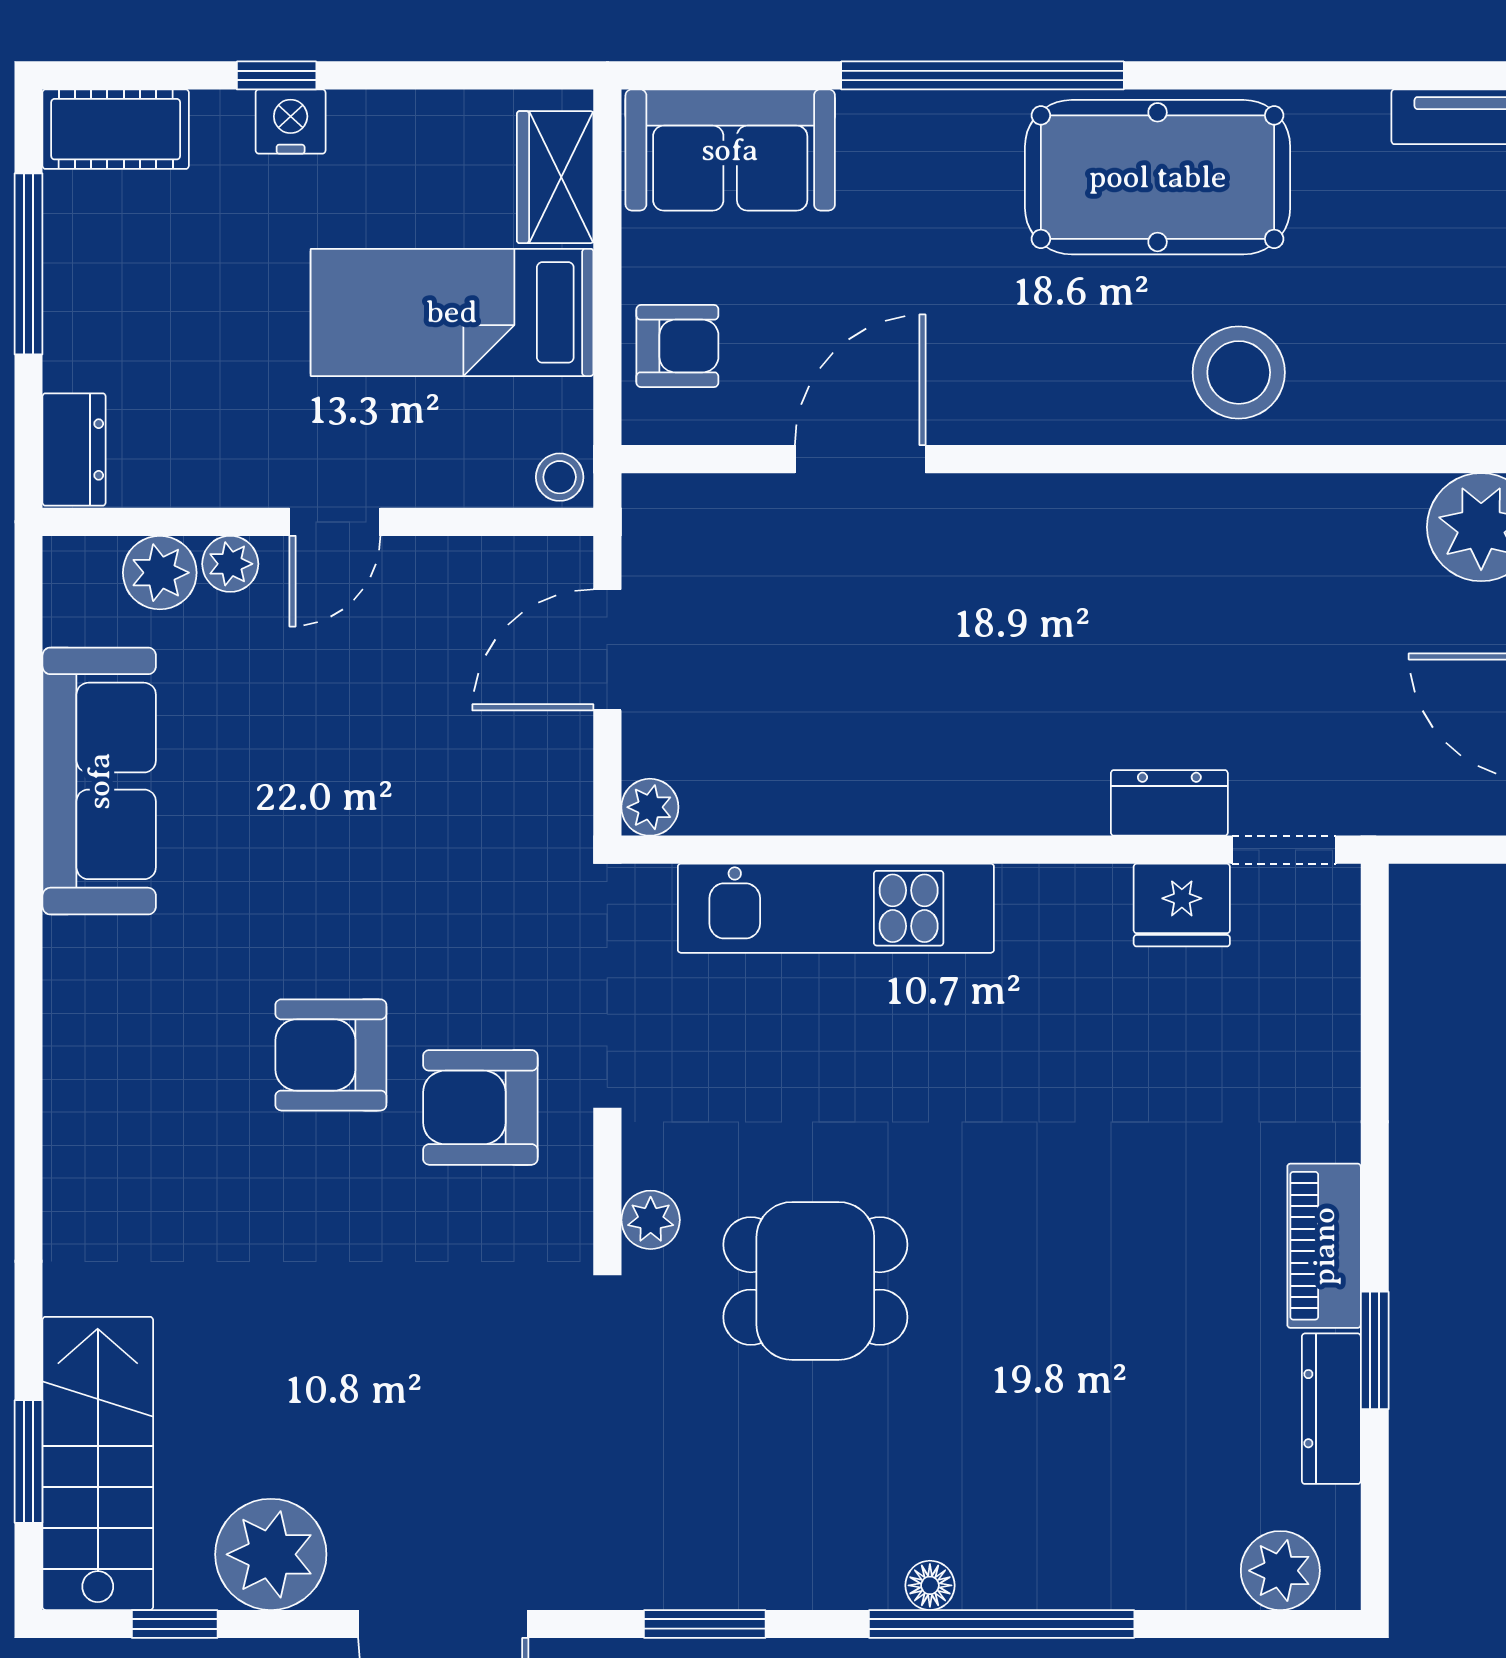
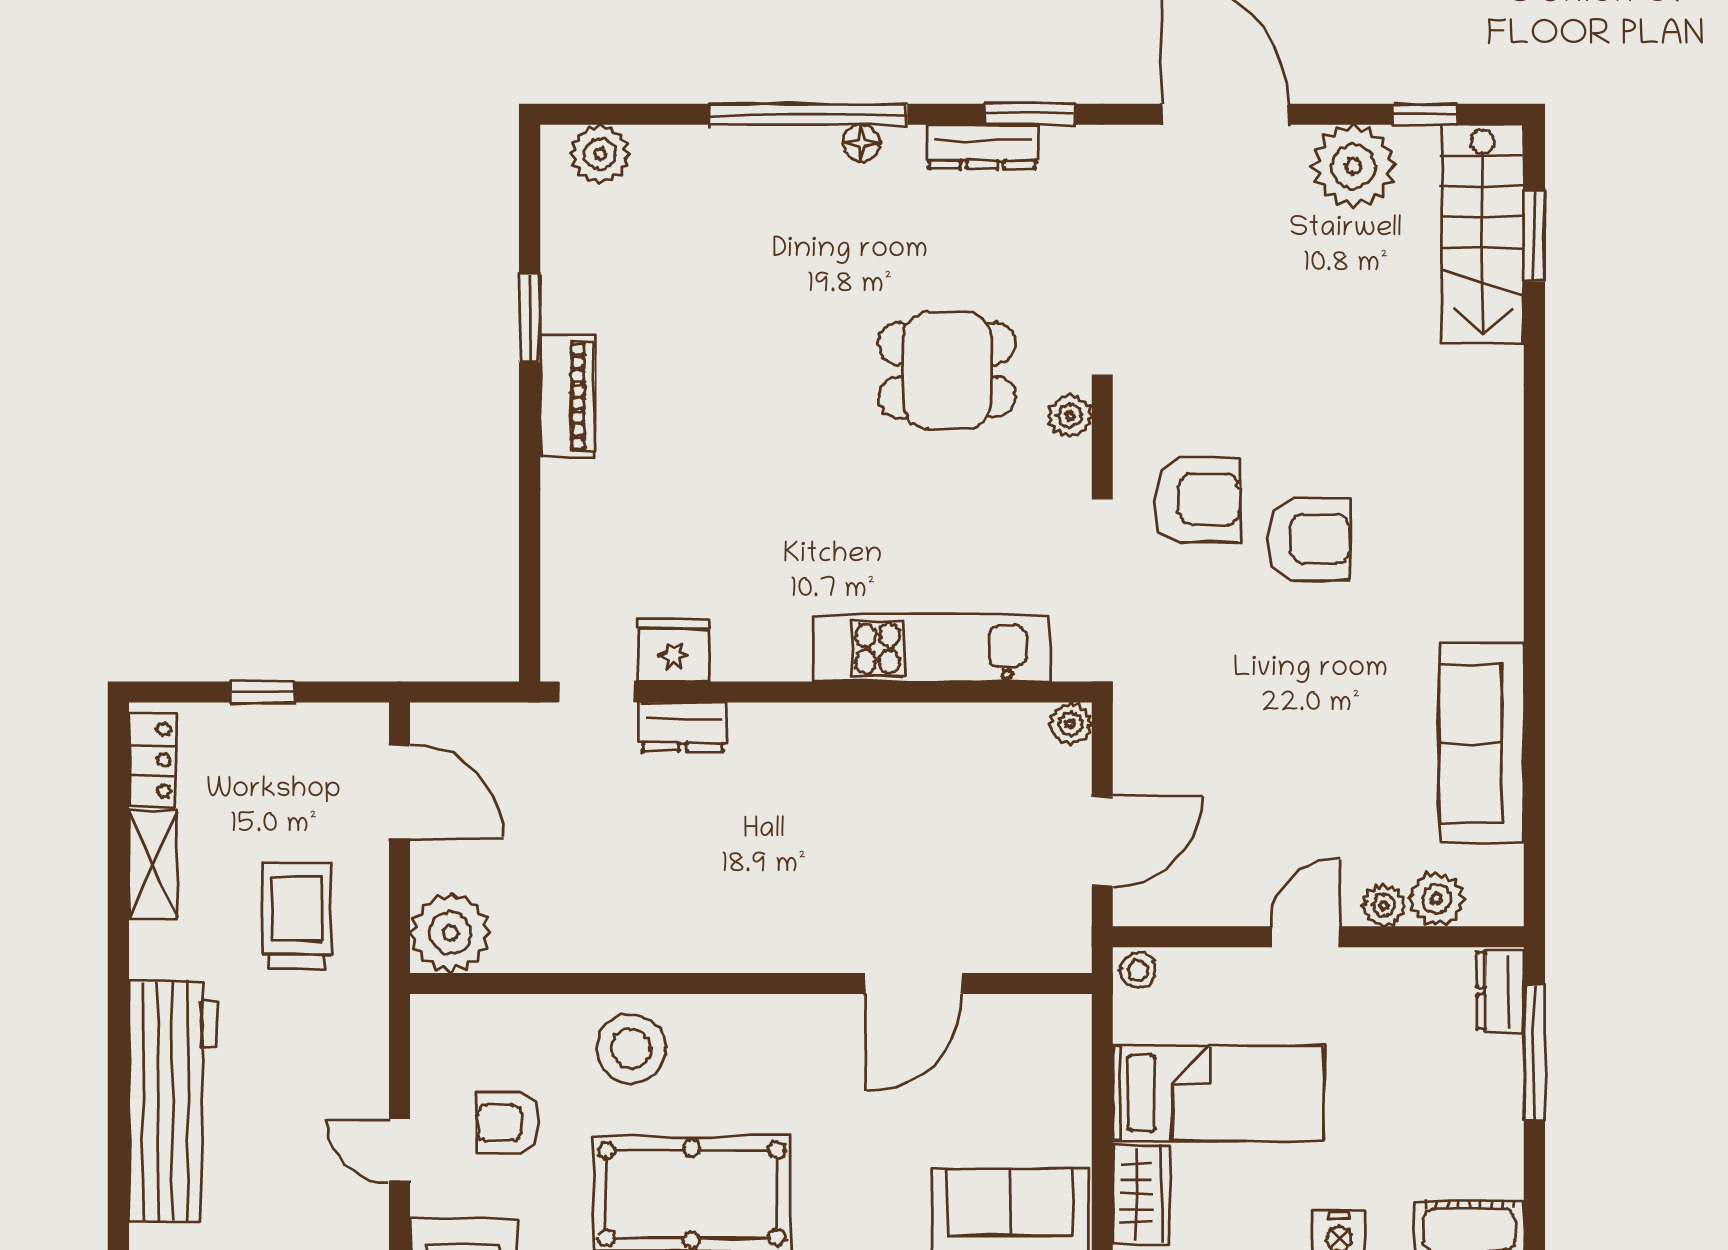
window: (28, 264) -> (1534, 1053), moved
armchair: (677, 346) -> (508, 1123), moved
dresser: (1331, 1409) -> (982, 147), moved, turned 90

